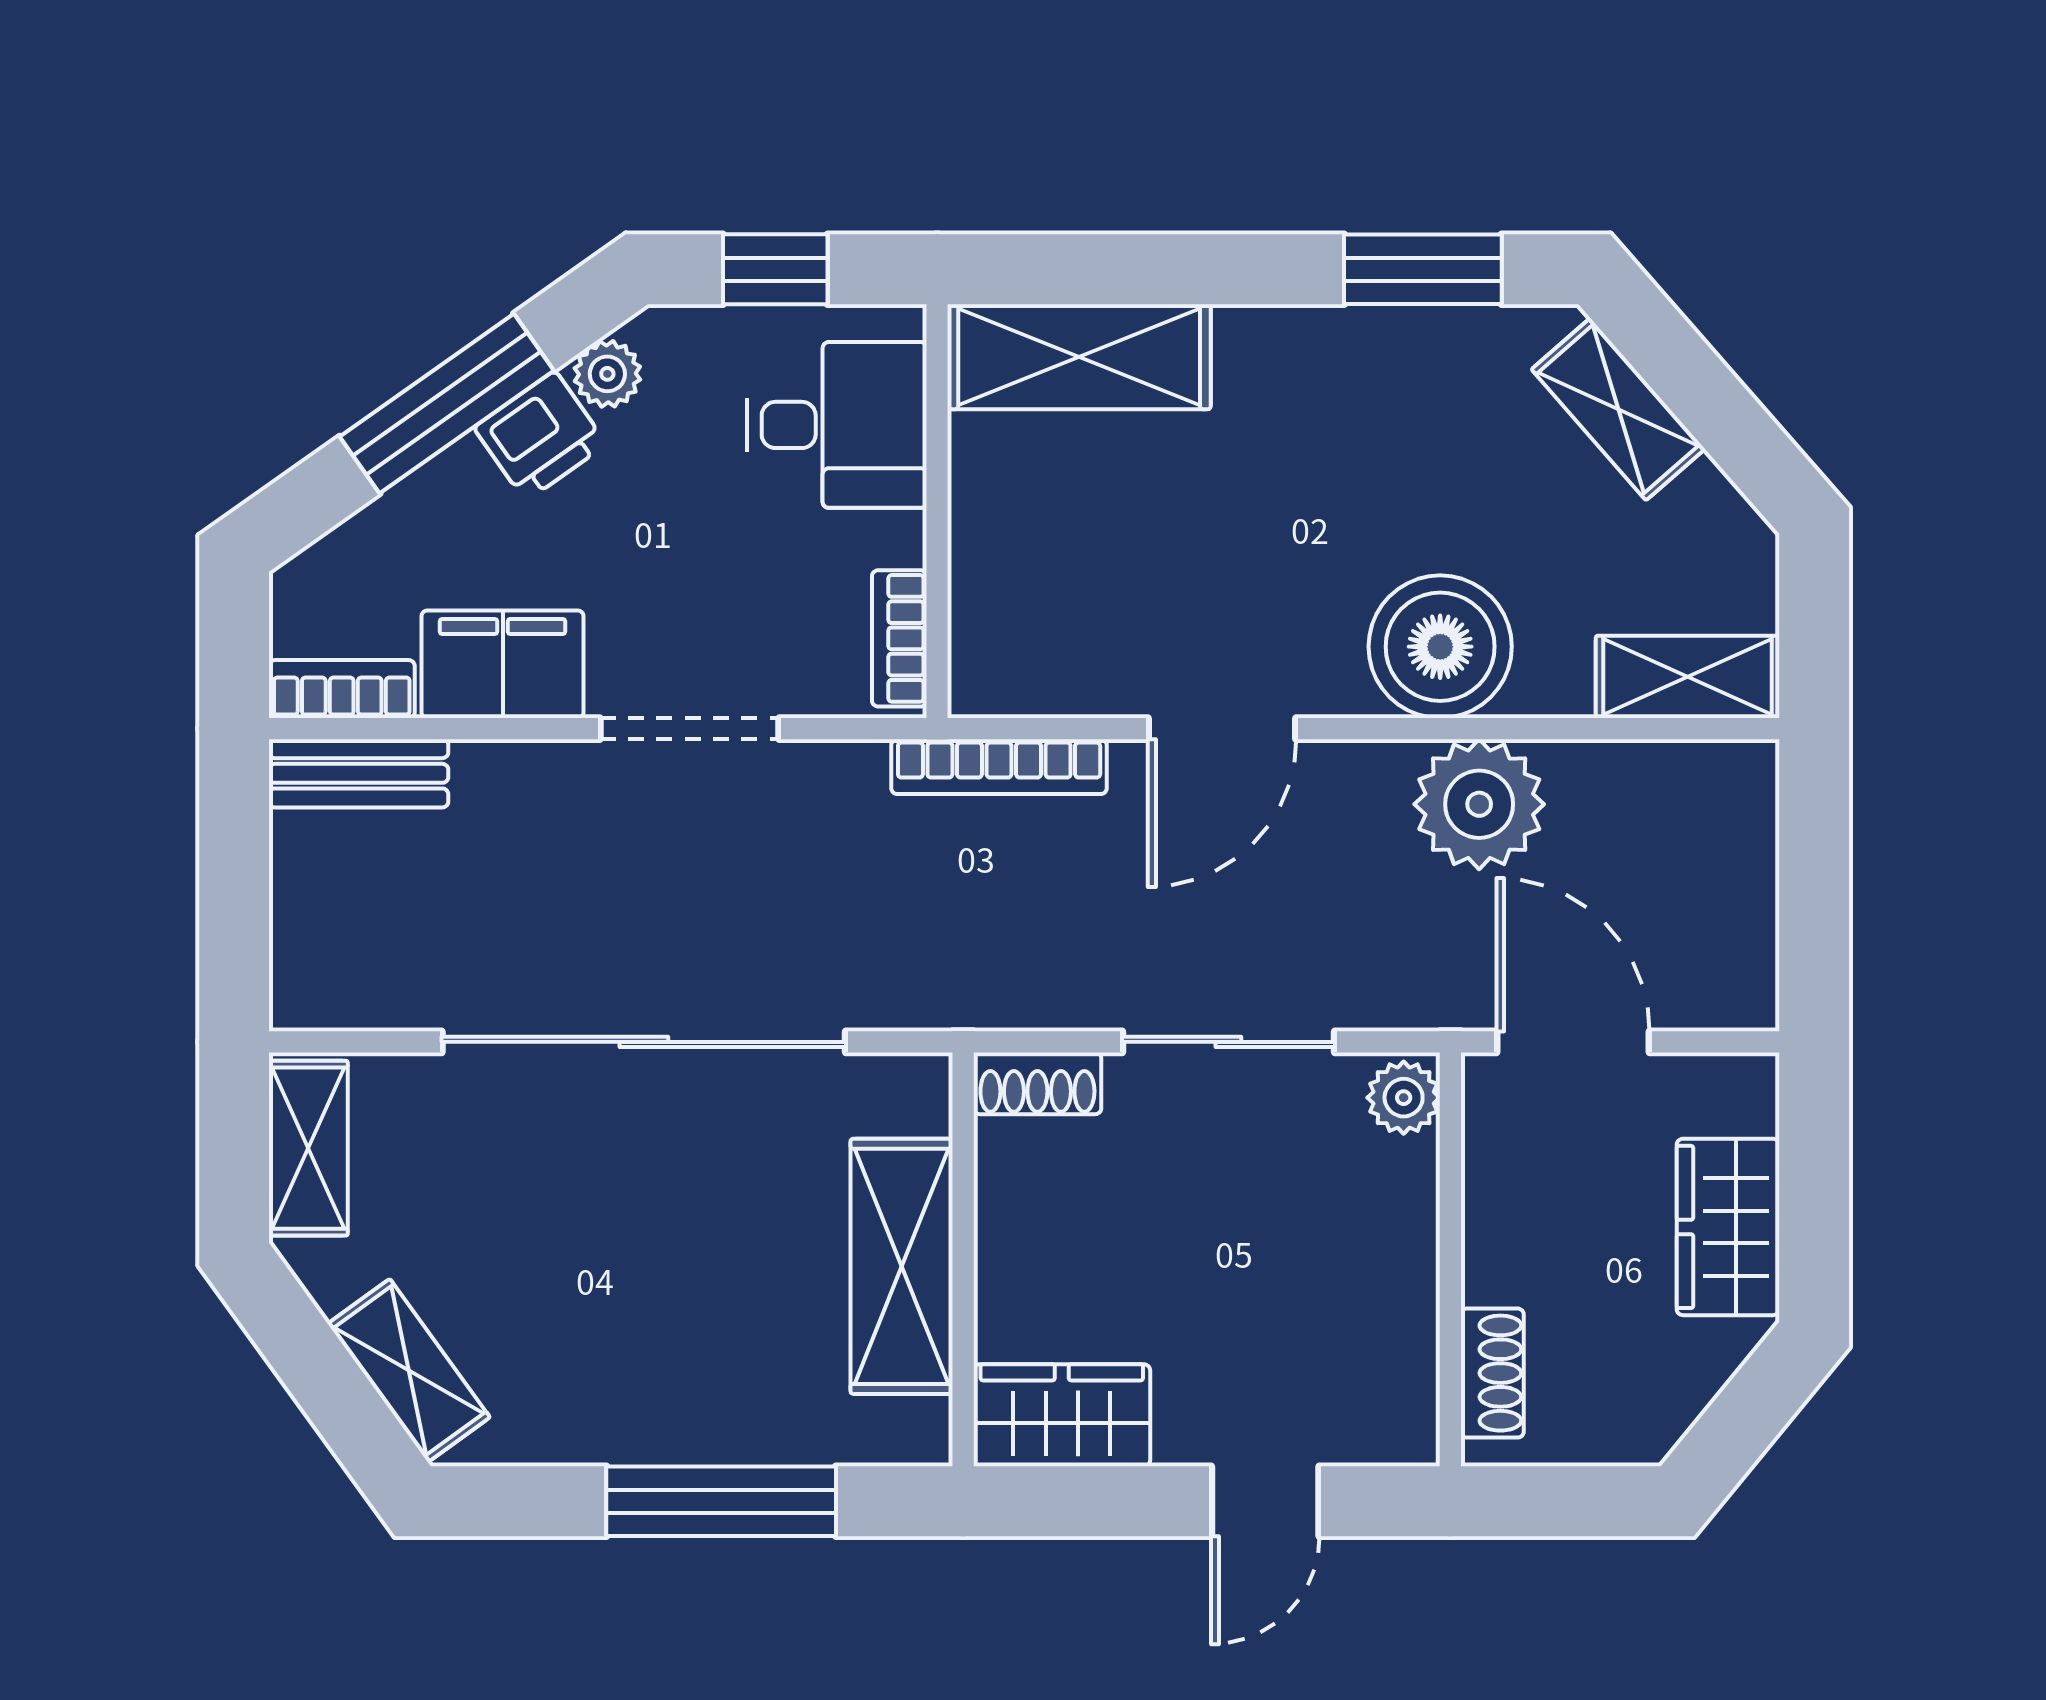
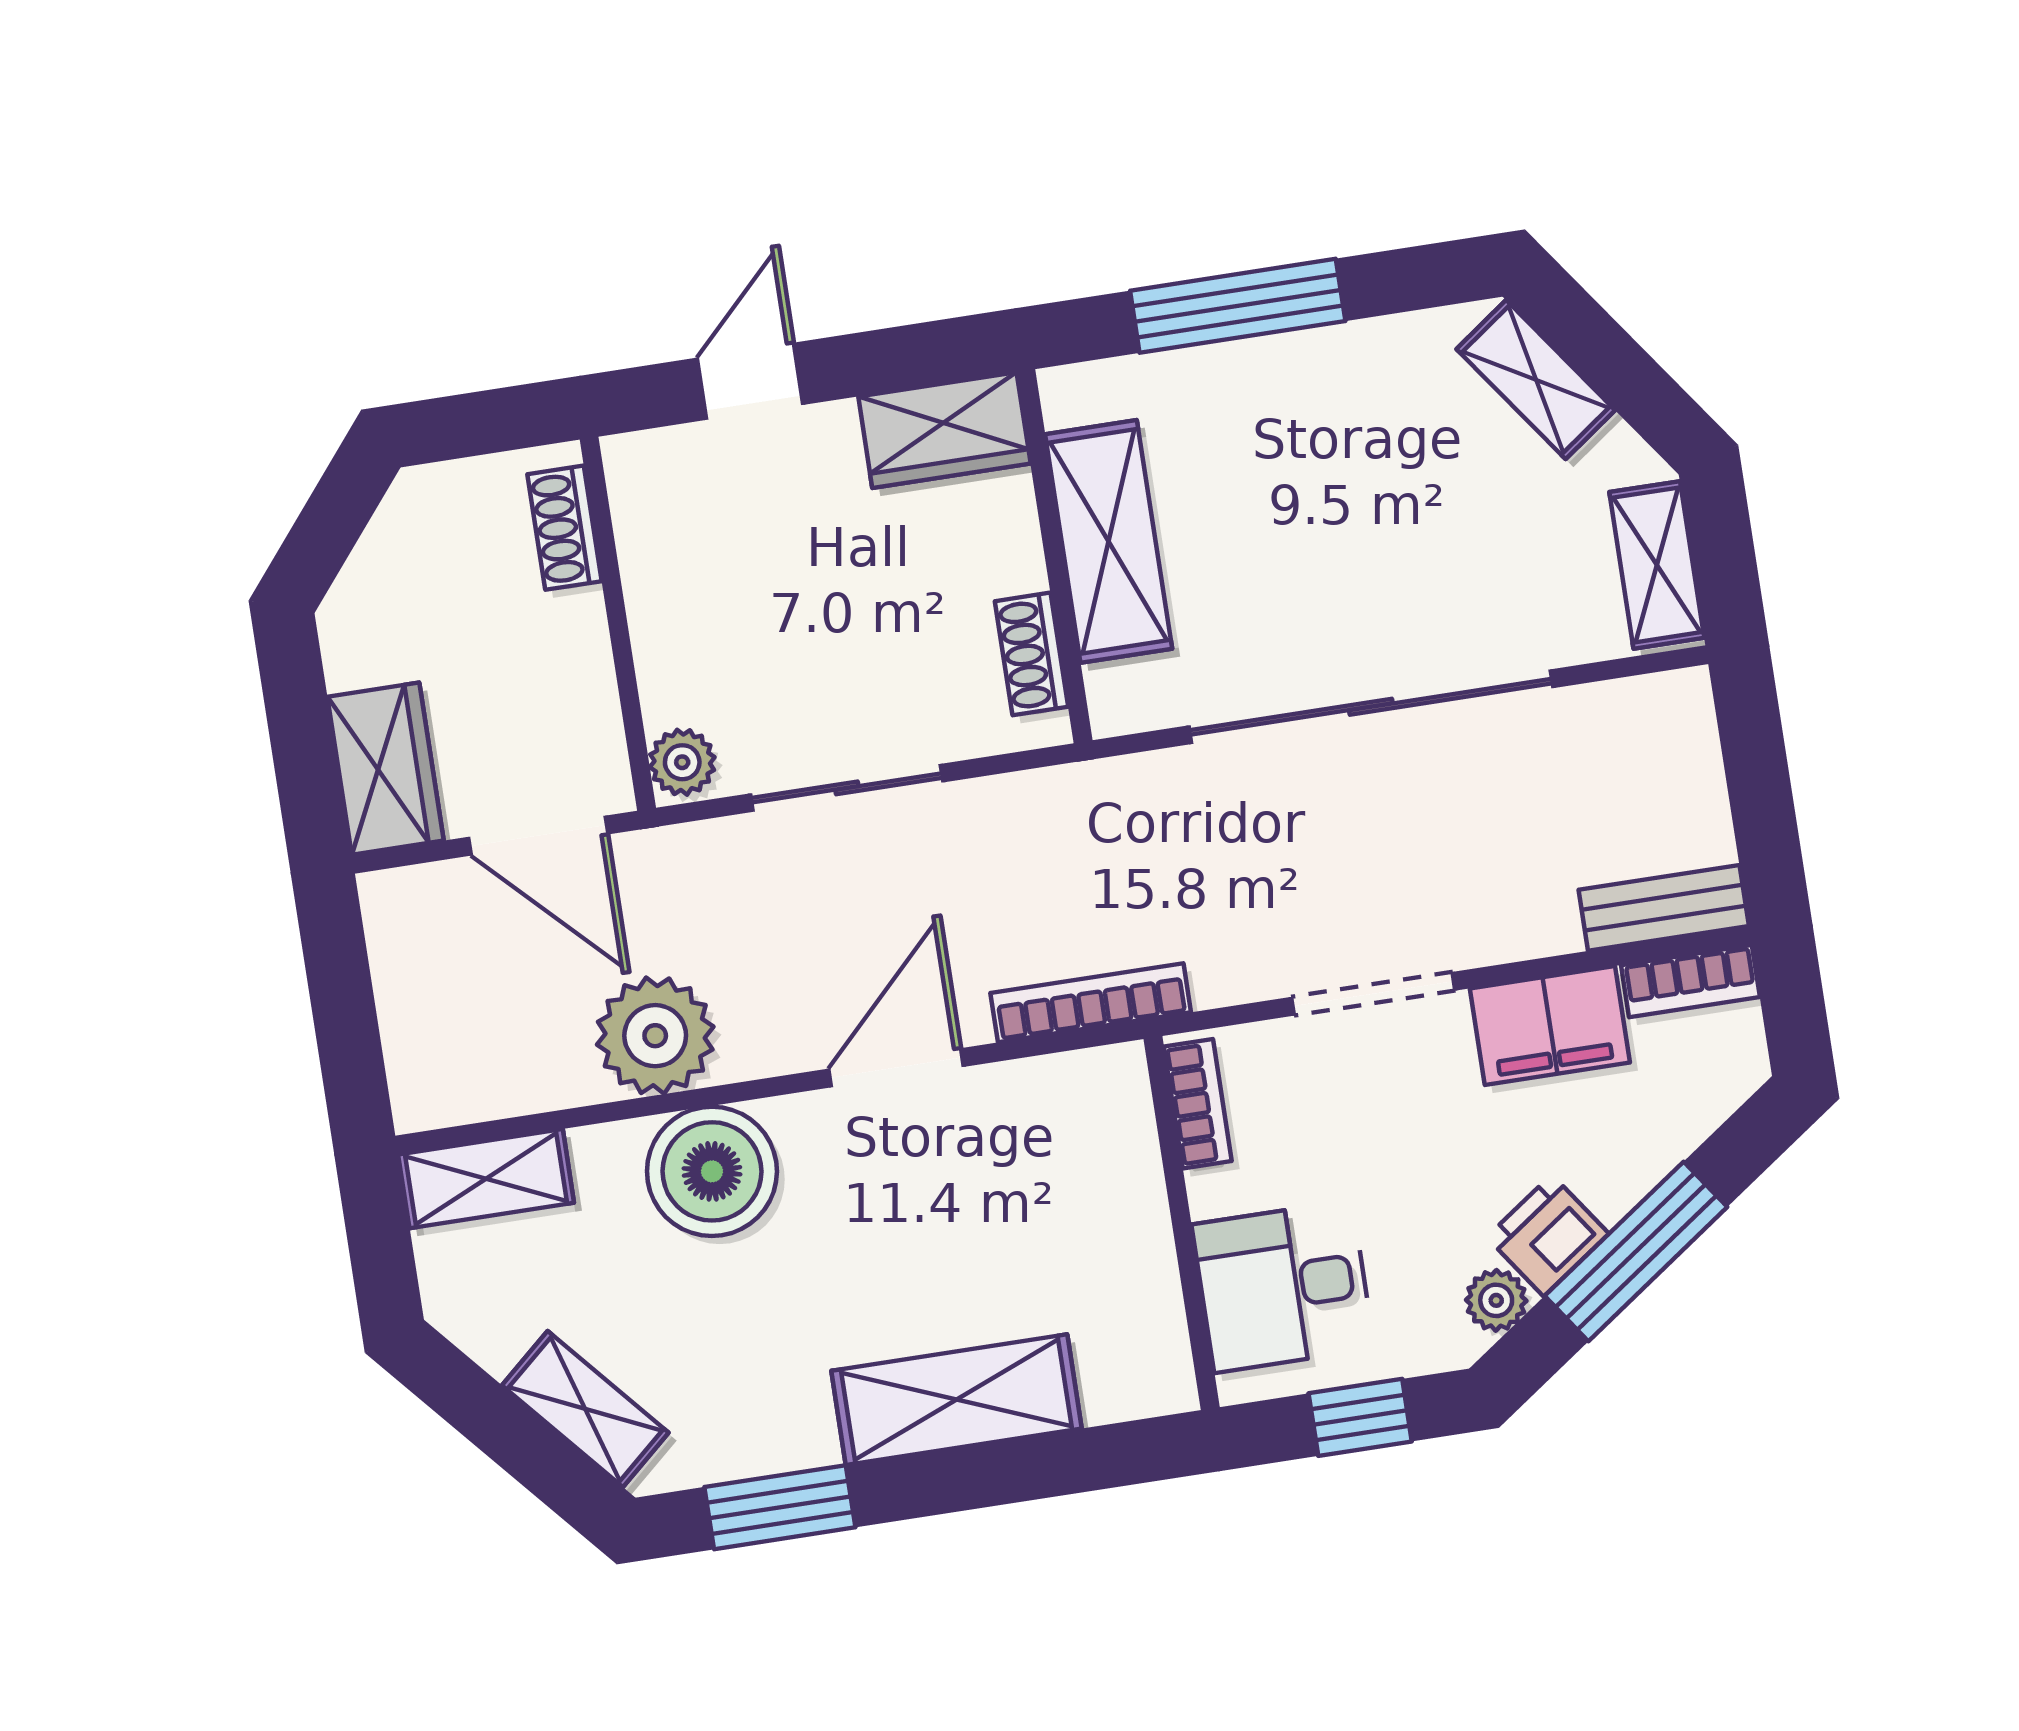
shelving: (1079, 357) -> (957, 1400), moved
shoe rack: (1037, 1083) -> (1032, 654), moved, turned -90
wardrobe: (1728, 1227) -> (385, 769), moved

